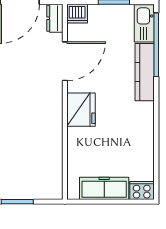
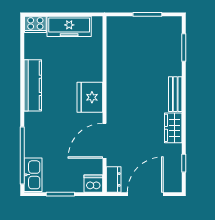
kitchen counter: (145, 72) -> (33, 85), moved

